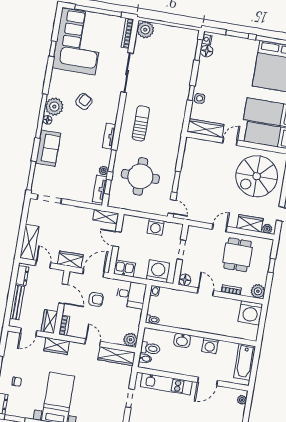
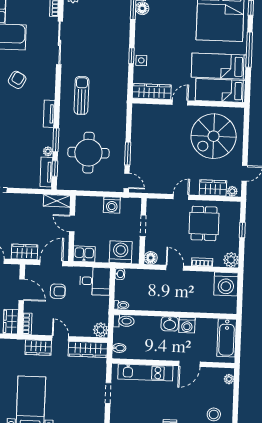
washbasin: (182, 340) -> (170, 324), moved
wardrobe: (57, 346) -> (38, 348), moved
toilet: (150, 348) -> (124, 321), moved

